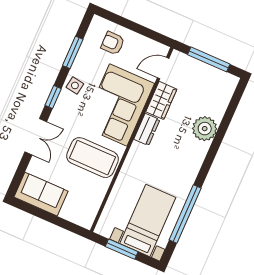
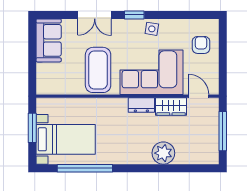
window: (73, 52) -> (179, 15), removed

